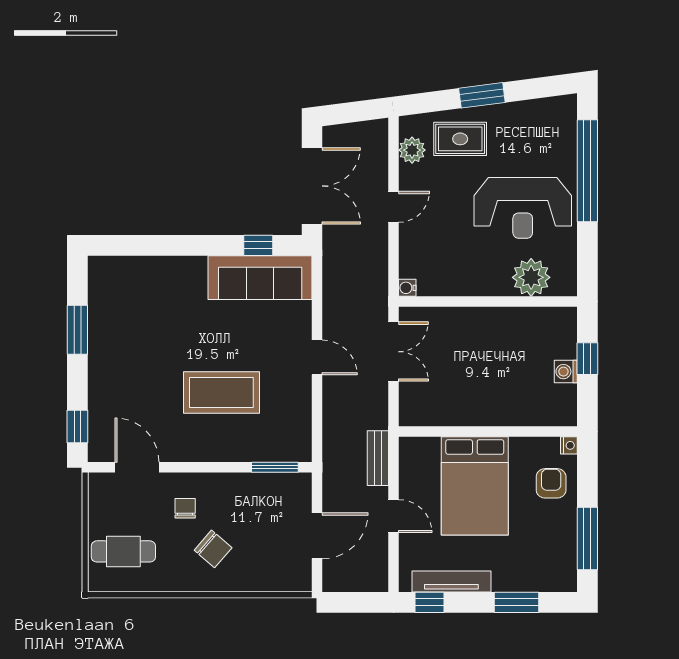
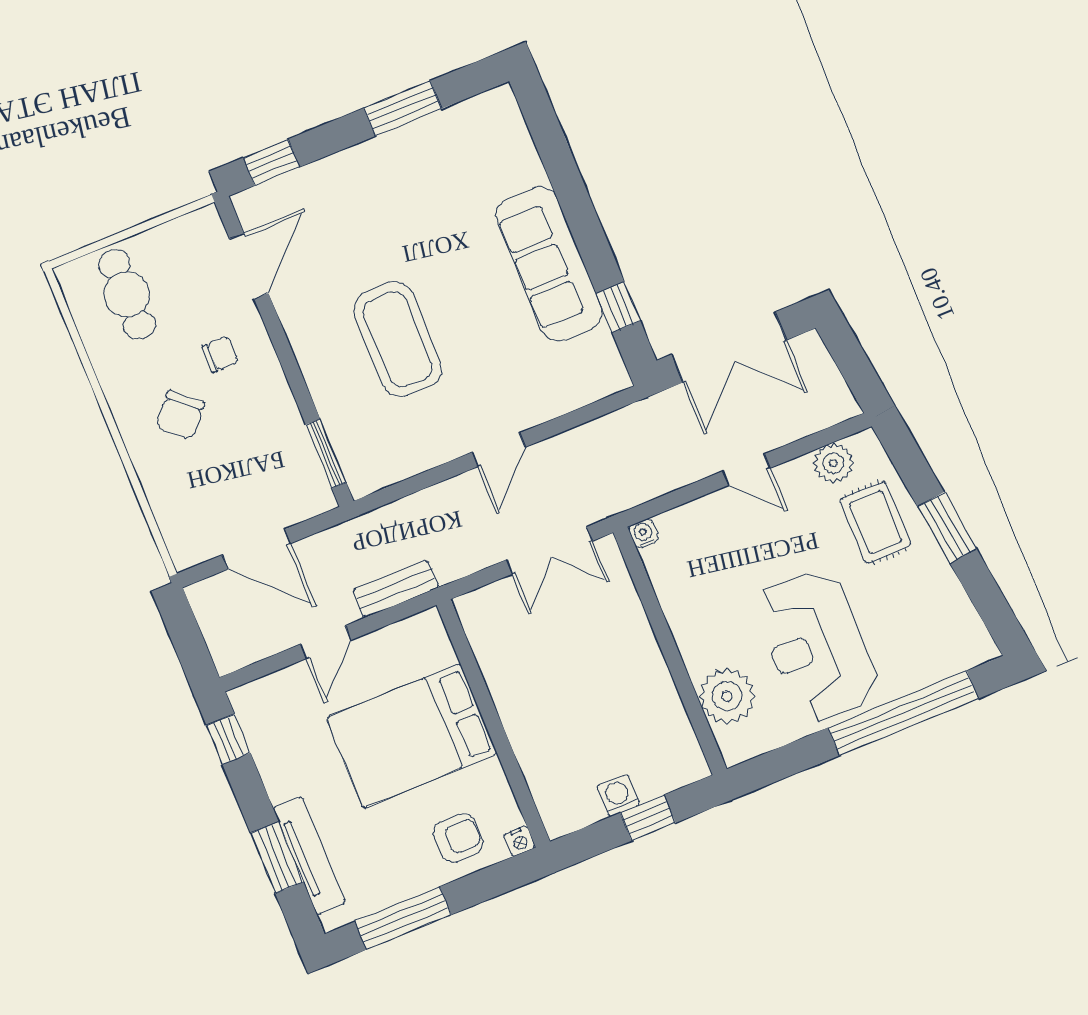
sofa: (260, 278) -> (549, 264), moved
tv unit: (451, 581) -> (309, 856), moved

